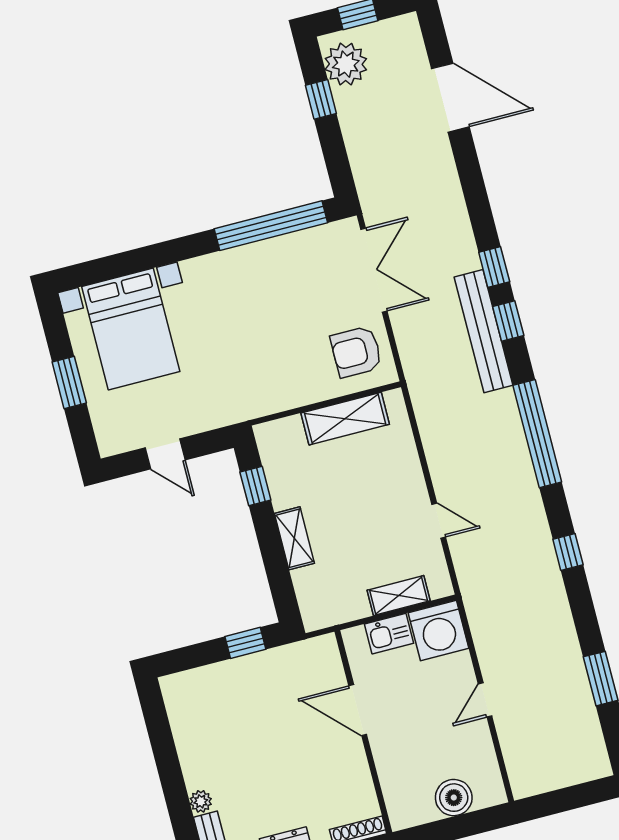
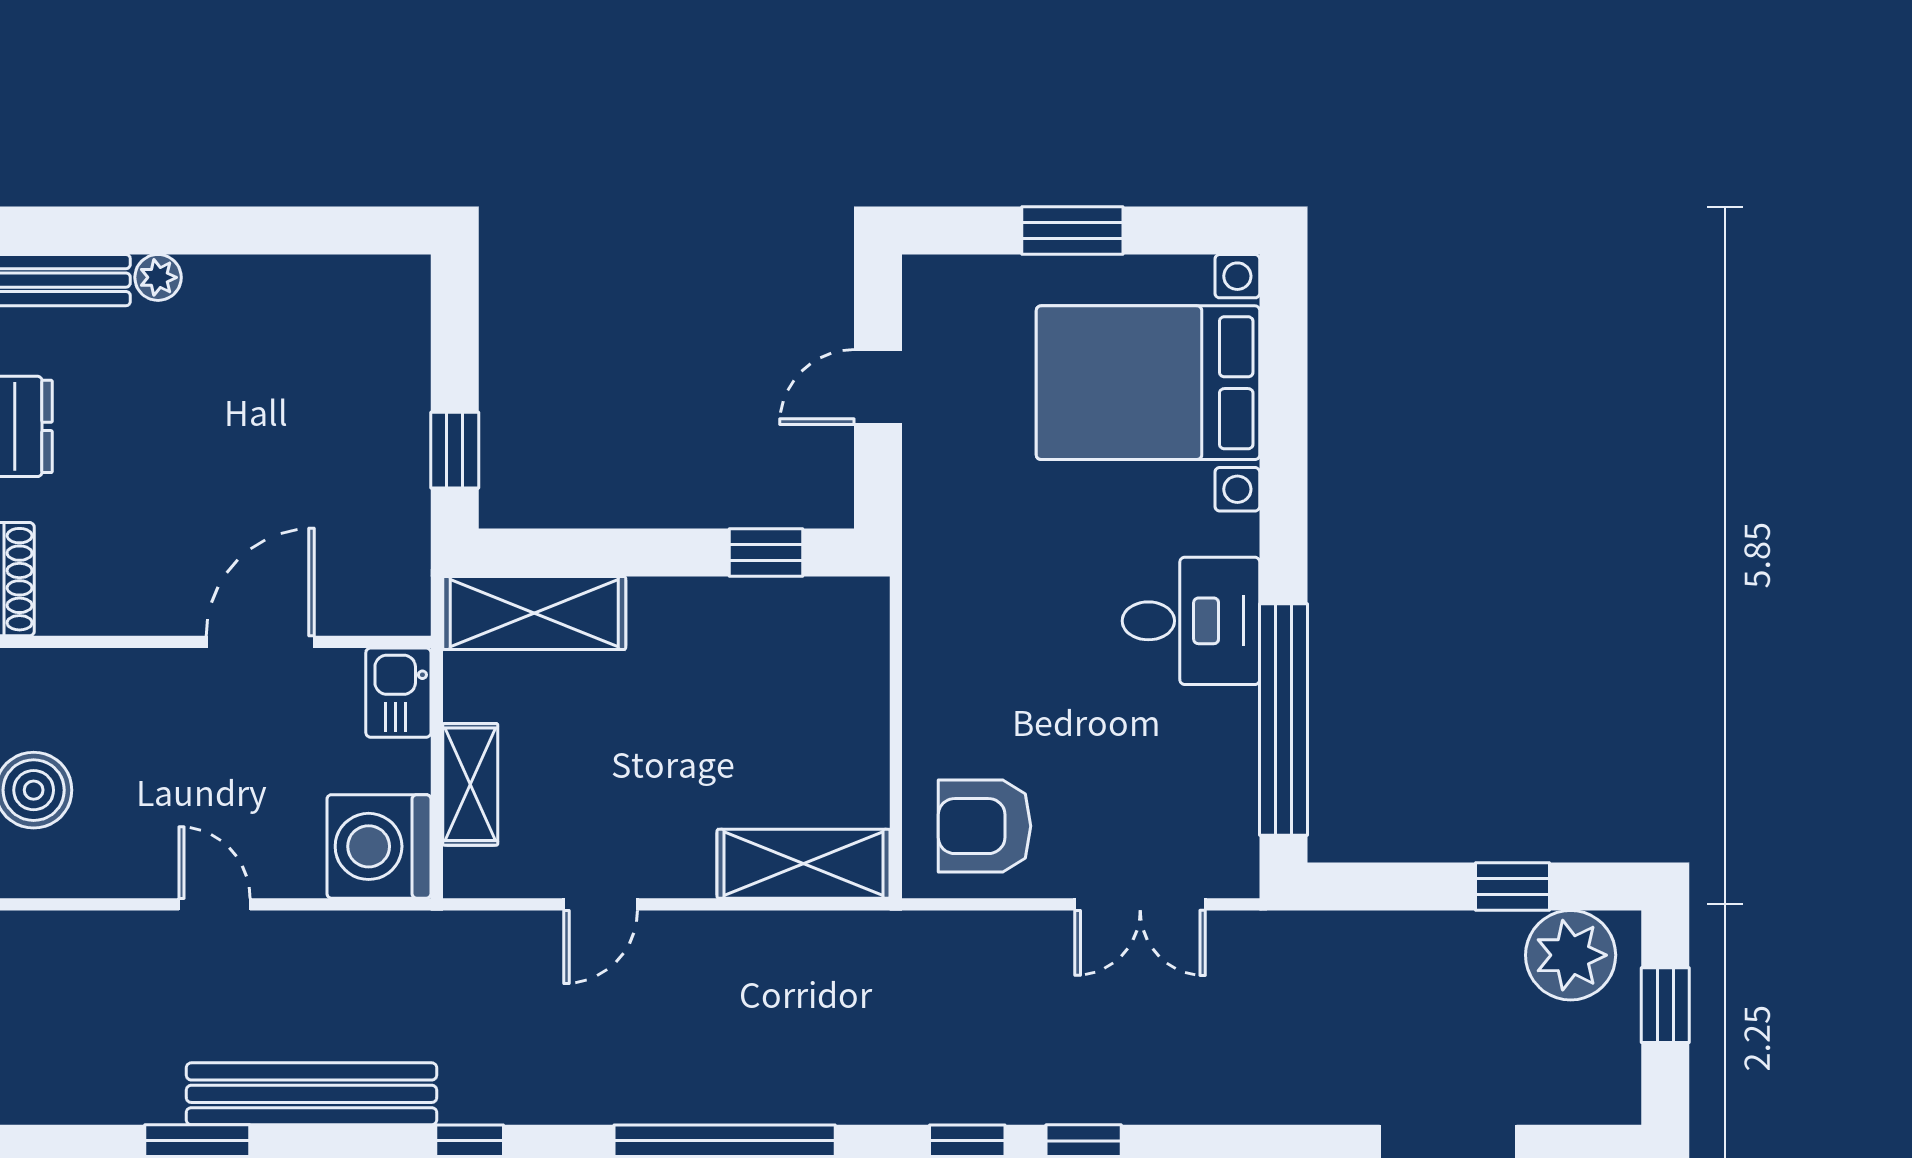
double door: (374, 270) -> (1140, 904), width x0.73
desk: (236, 281) -> (1191, 621), added
bench: (484, 331) -> (311, 1094), moved
armchair: (356, 352) -> (985, 826), turned -90
shelving: (345, 419) -> (803, 864), moved, turned 90
shelving: (294, 538) -> (534, 613), moved, width x1.50, depth x1.33
kitchen sink: (389, 634) -> (398, 693), moved

